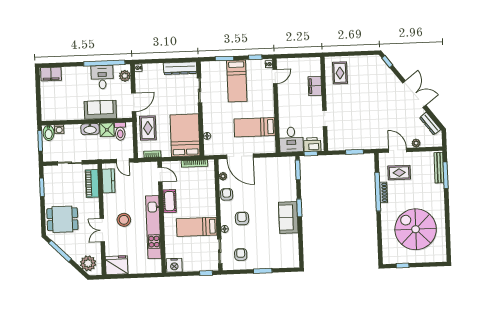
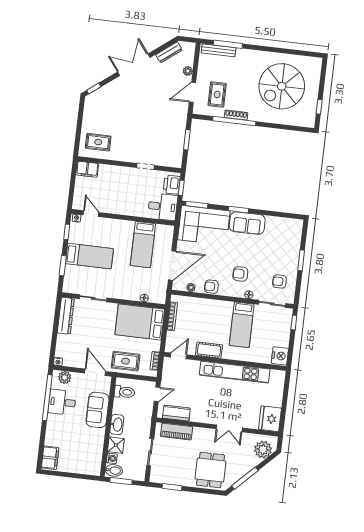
filing cabinet: (315, 86) -> (87, 169), moved
shower: (107, 130) -> (116, 445), moved
corner sofa: (280, 179) -> (204, 225), added
stool: (124, 220) -> (222, 403), removed

